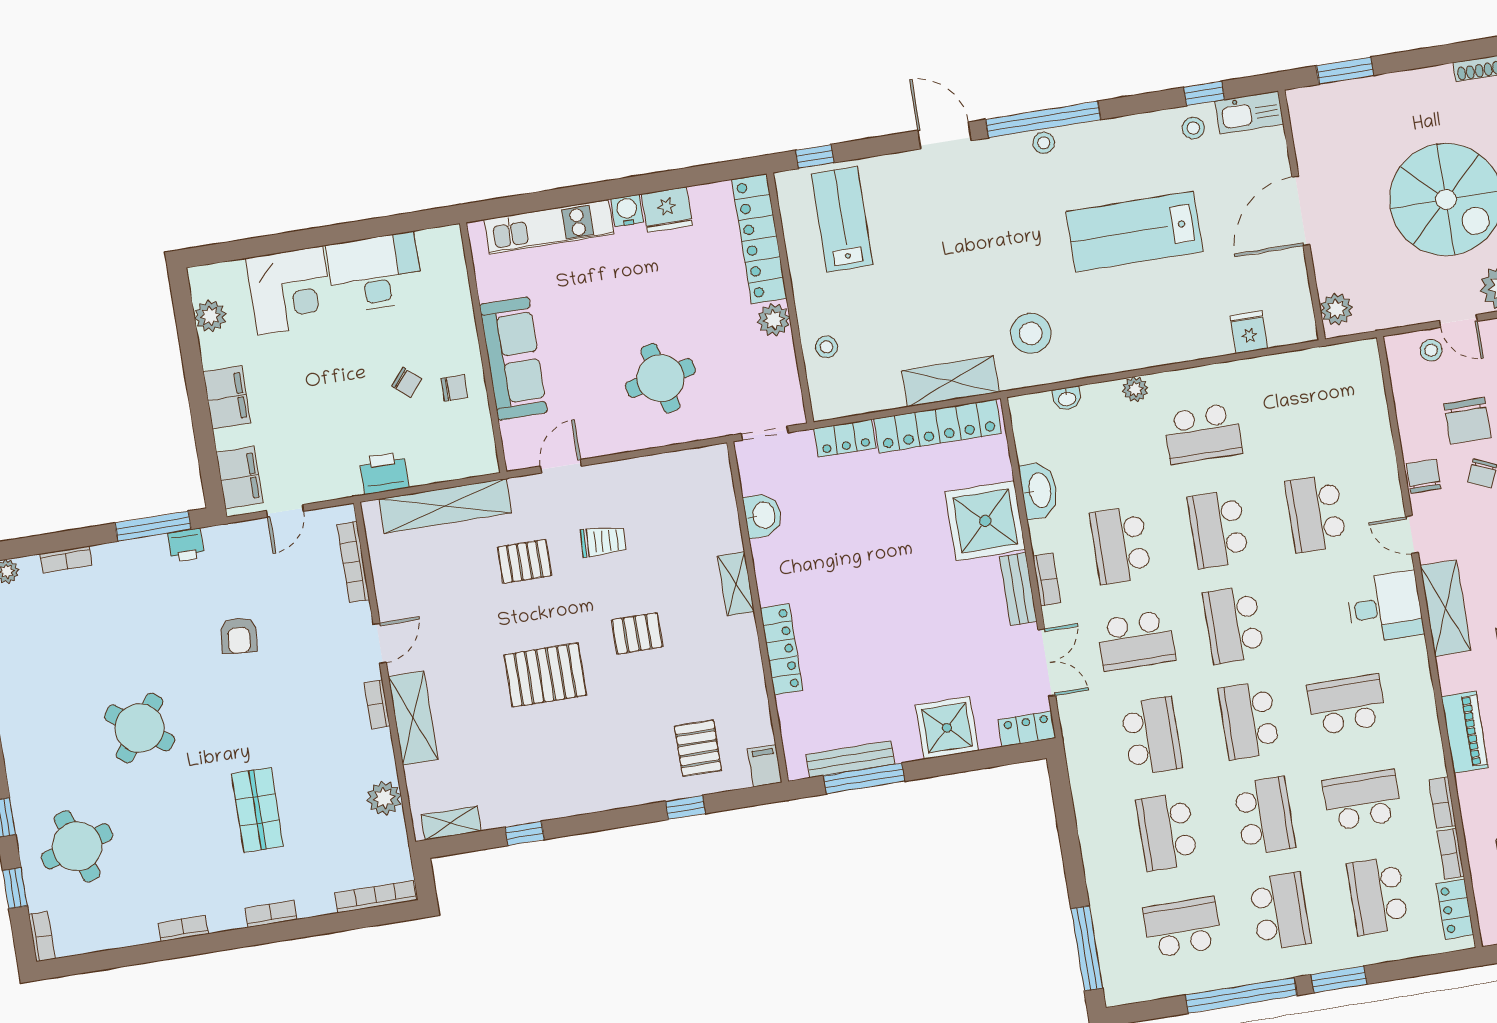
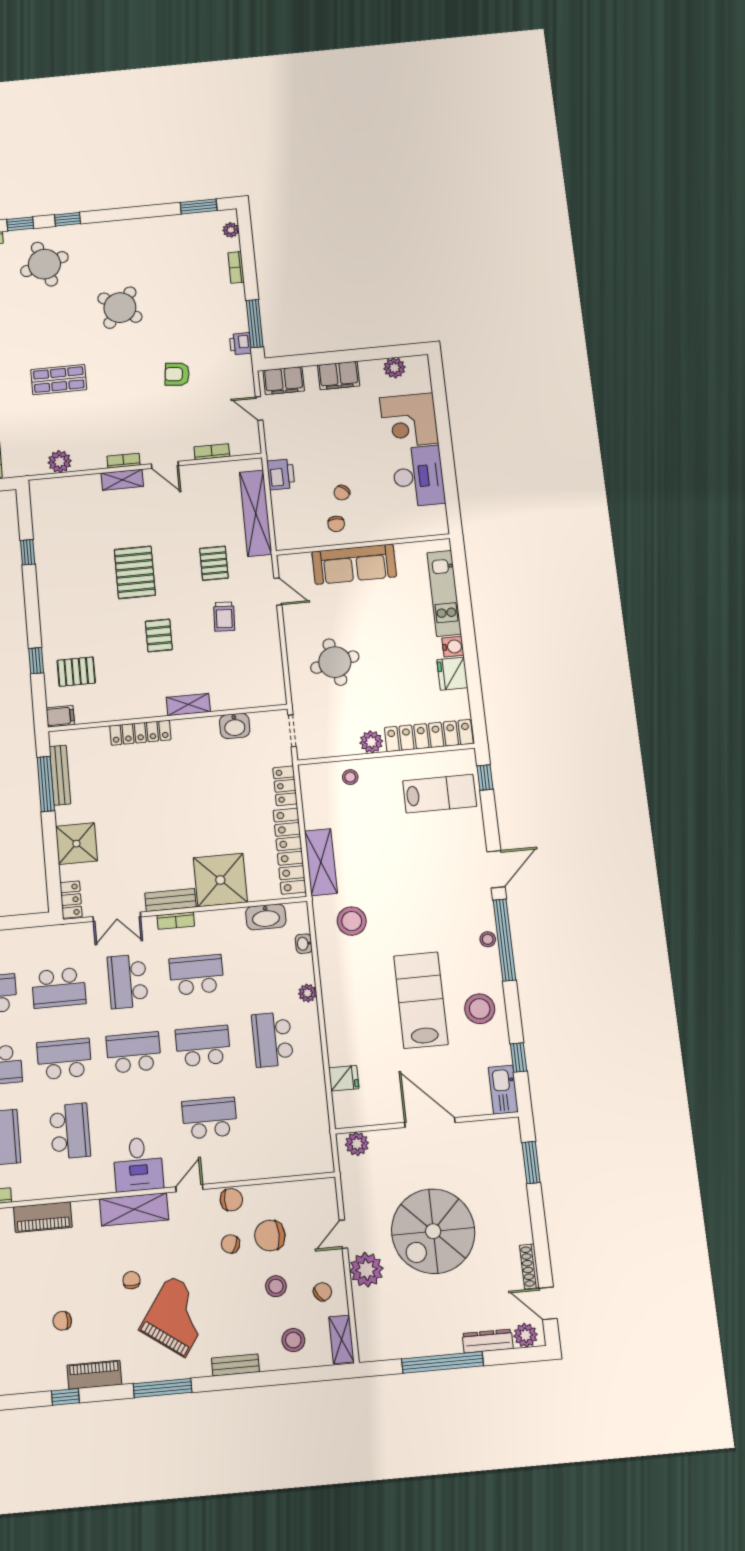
stool: (1193, 128) -> (480, 1009), moved, width x1.89, depth x1.89
stool: (1431, 350) -> (323, 1212), removed
washbasin: (1039, 490) -> (266, 917), moved
bookcase: (353, 562) -> (212, 452), width x0.64
shelving: (413, 718) -> (122, 480), width x0.67, depth x0.75
shelving: (451, 823) -> (39, 504), removed

